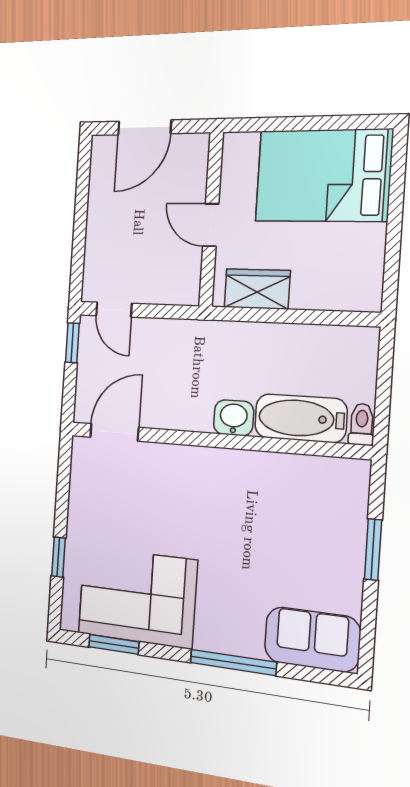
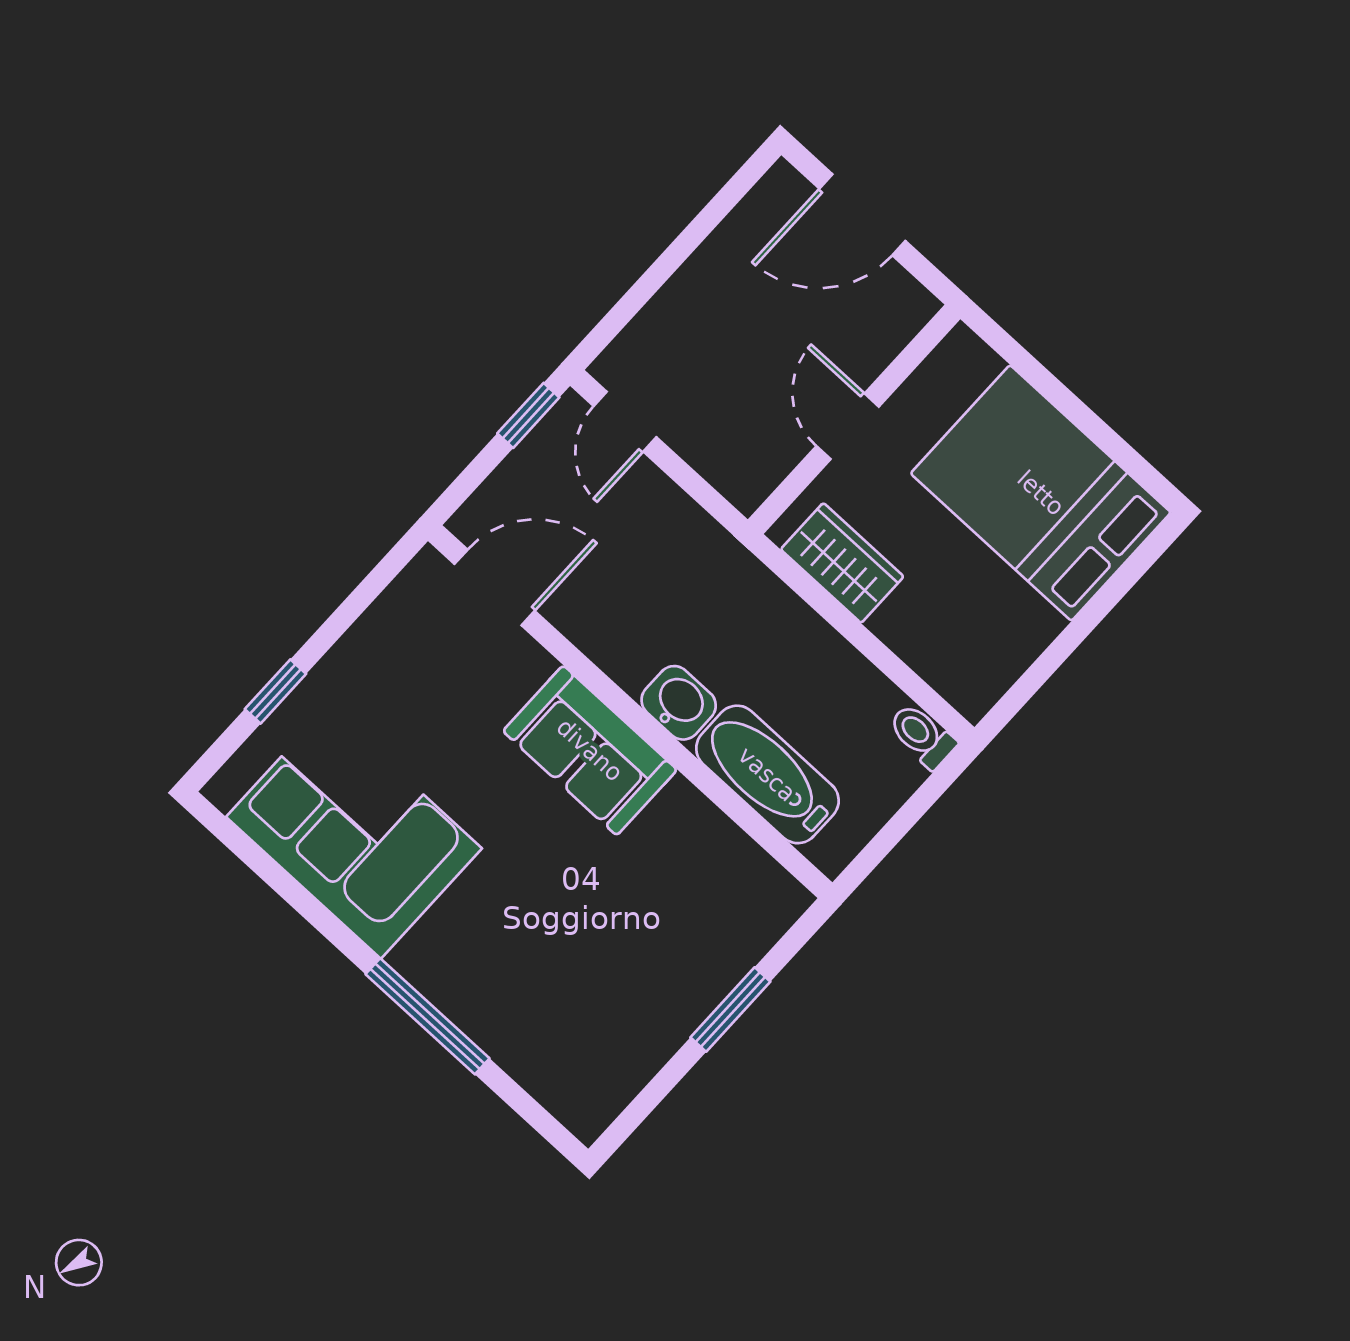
toilet: (362, 424) -> (922, 736), moved, turned -90
sofa: (312, 639) -> (590, 750), moved, turned 180
window: (114, 644) -> (269, 871), removed

